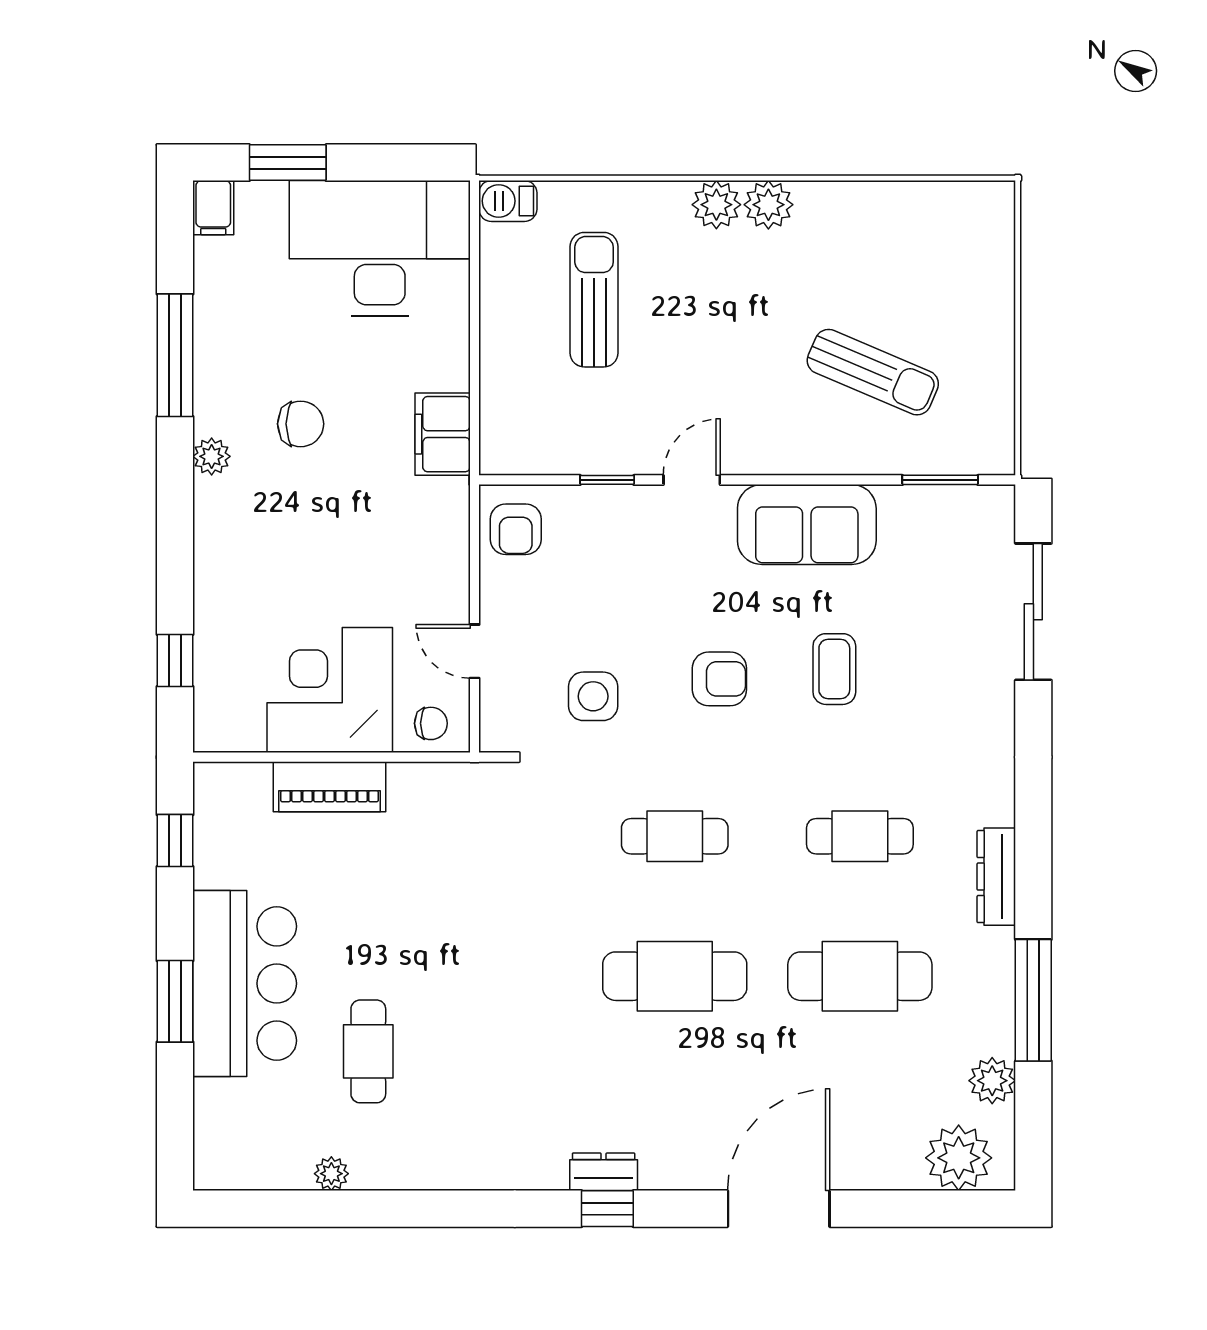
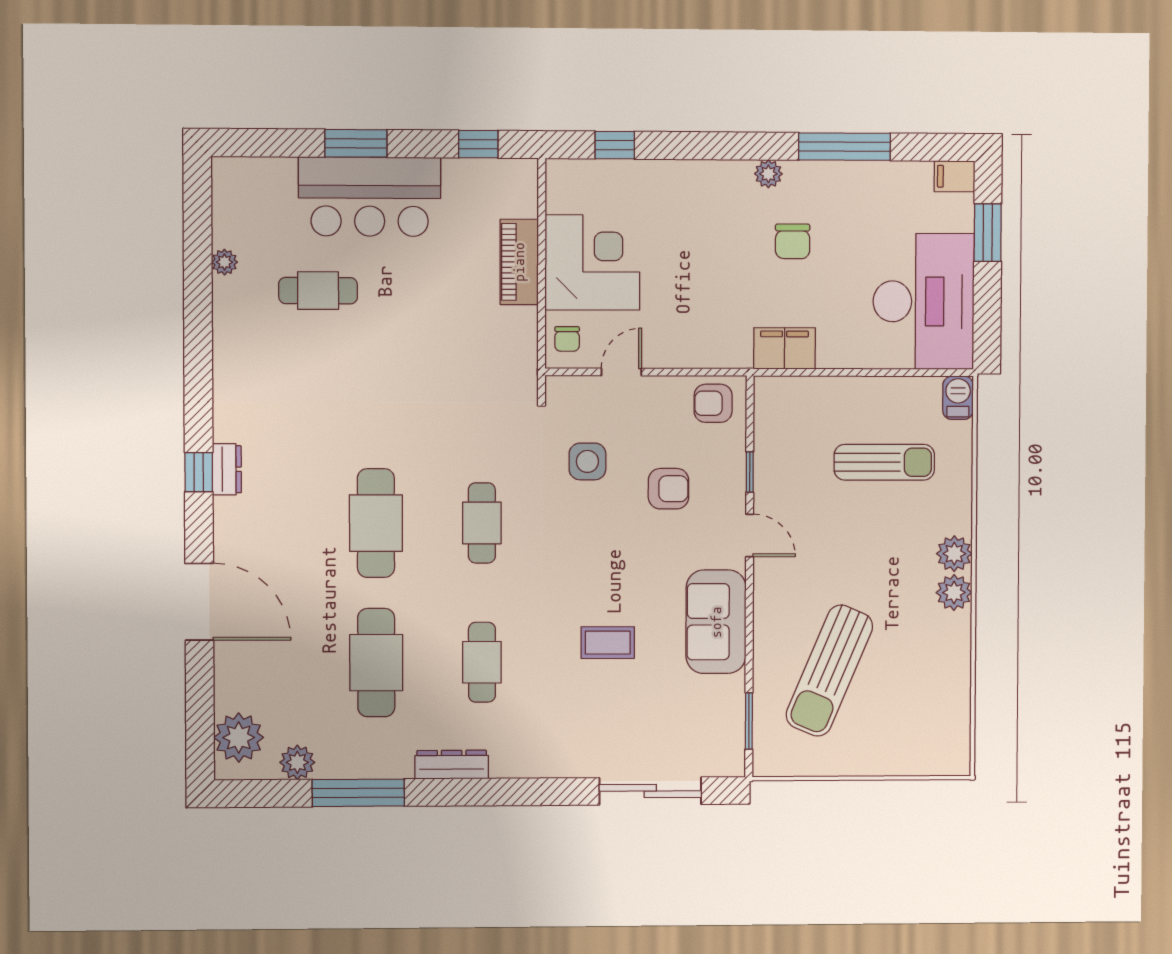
sun lounger: (873, 372) -> (829, 671), width x1.36, depth x1.34
armchair: (719, 679) -> (668, 489), moved, turned -90

